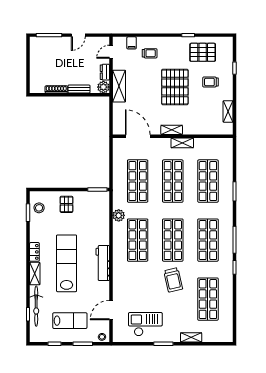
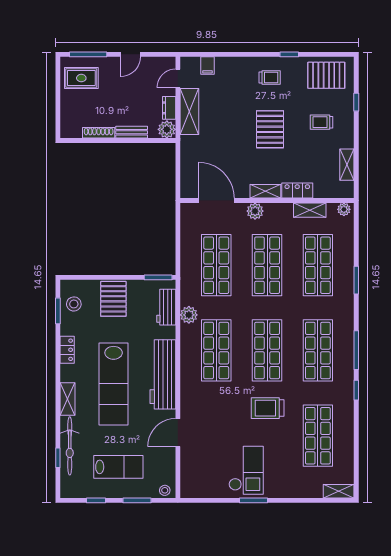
rug: (44, 51) -> (81, 78), added
pallet: (203, 52) -> (326, 75), moved
trolley: (150, 53) -> (270, 77), moved
shelving: (119, 86) -> (189, 111), moved
pallet: (175, 87) -> (270, 129), width x0.73, depth x0.71
locker: (194, 129) -> (297, 190), added
plant: (226, 142) -> (344, 209), added
shelving: (182, 143) -> (310, 210), moved
plant: (164, 144) -> (255, 211), added
pallet: (66, 204) -> (113, 299), width x1.50, depth x1.42
workbench: (103, 210) -> (166, 307), added
locker: (34, 252) -> (67, 350), moved
lab bench: (67, 263) -> (114, 384), turned 180
workbench: (103, 263) -> (163, 374), width x1.36, depth x1.32
trolley: (173, 280) -> (268, 408), turned 103
door: (111, 310) -> (178, 433), moved
checkout: (145, 324) -> (246, 470), moved, turned 90
shelving: (191, 337) -> (339, 491), moved

